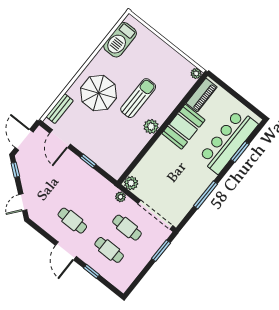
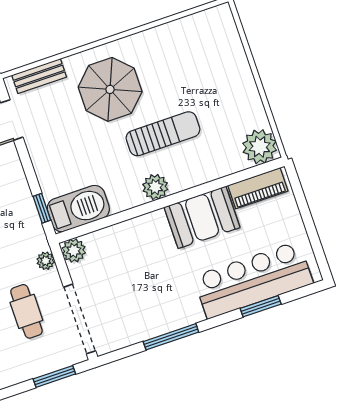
barbecue: (120, 40) -> (78, 209), moved, turned 180
plant: (196, 73) -> (260, 147), width x1.87, depth x1.87
window: (88, 161) -> (42, 208), moved

